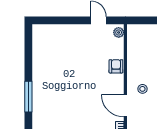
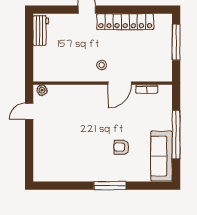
armchair: (116, 66) -> (121, 147), moved

